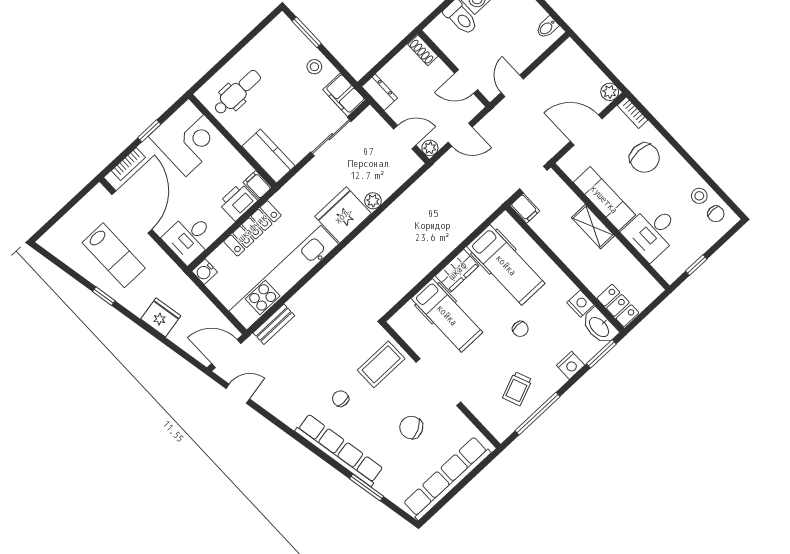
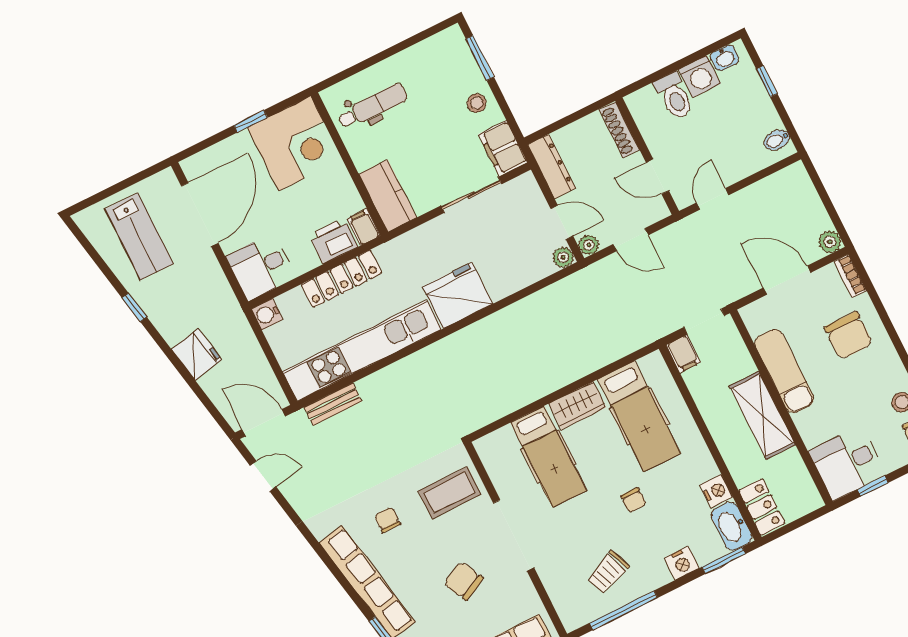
shoe rack: (423, 50) -> (619, 130), width x1.43
dresser: (380, 92) -> (552, 166), width x1.44
bookcase: (128, 164) -> (213, 154), removed
plant: (373, 201) -> (563, 257), moved
shelving: (593, 227) -> (762, 415), width x1.50, depth x1.33
desk: (652, 232) -> (847, 463), moved
lab bench: (114, 255) -> (139, 236), moved

